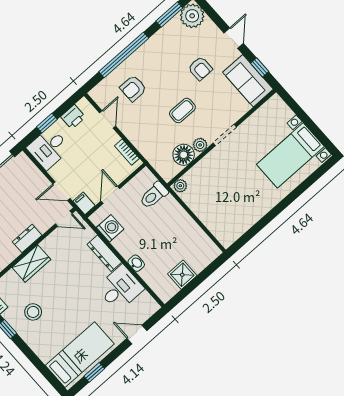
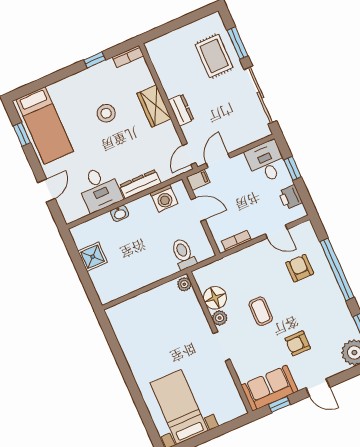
stool: (33, 312) -> (106, 113), moved

